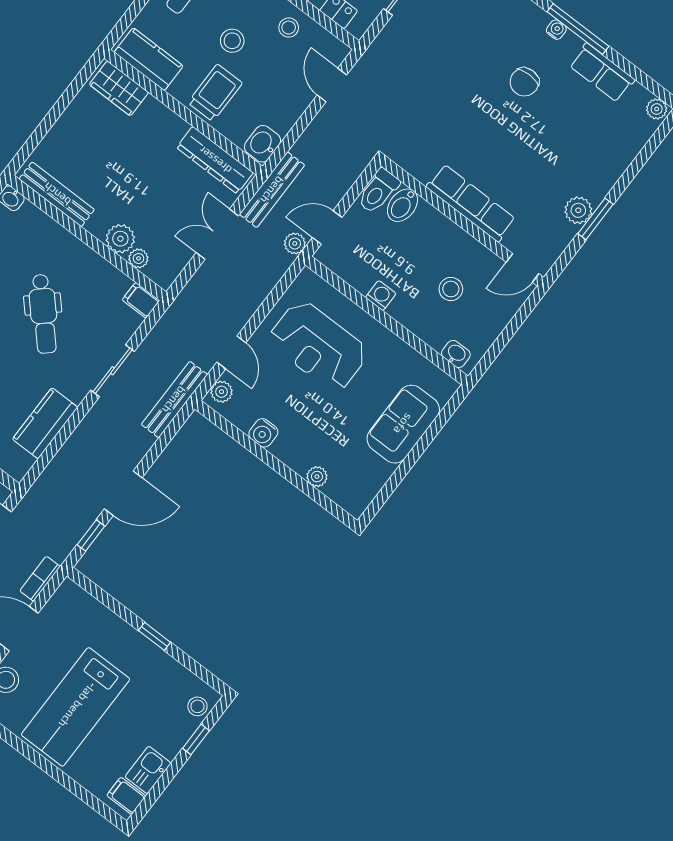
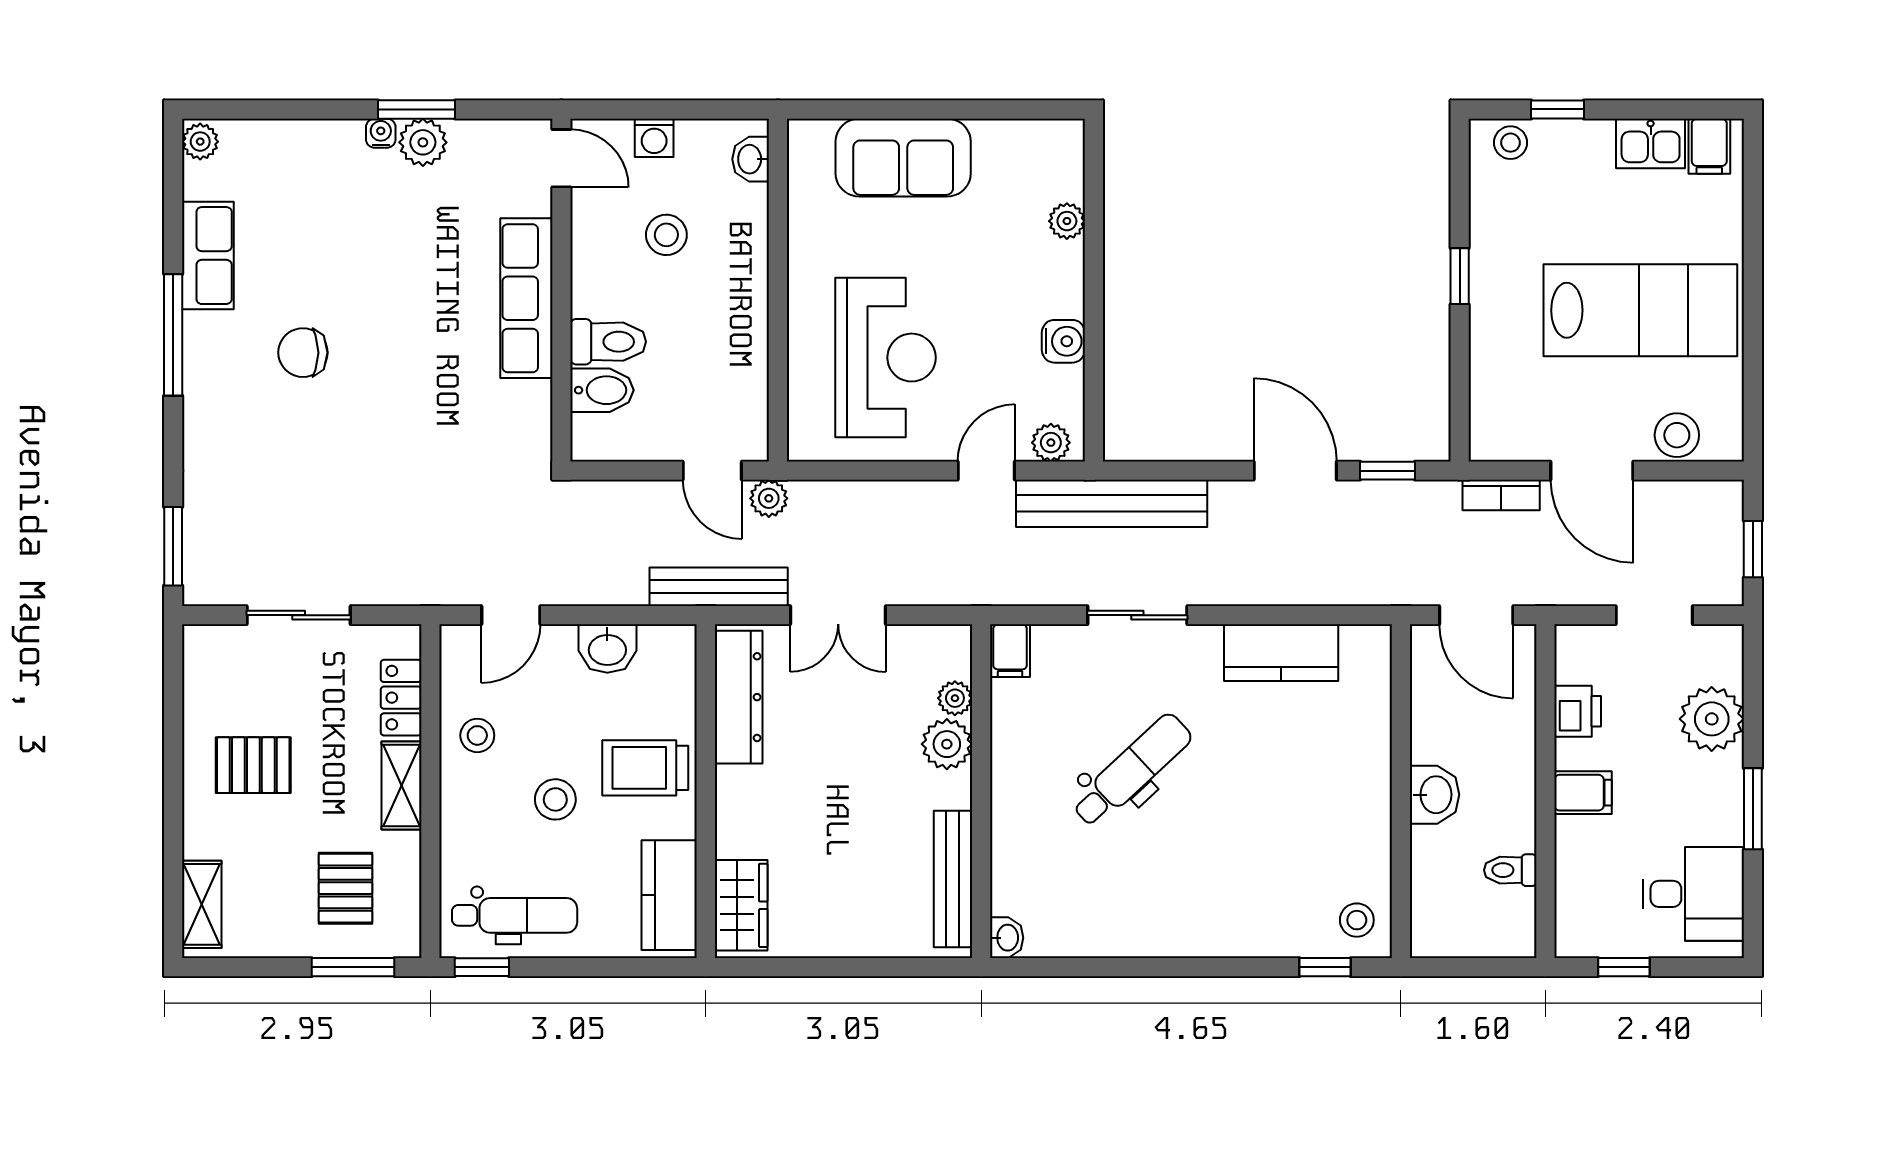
water cooler: (556, 30) -> (381, 133), moved, turned 90
chair: (524, 82) -> (303, 353), turned 180
washbasin: (263, 144) -> (607, 649), moved
toilet: (378, 191) -> (608, 342), moved
washing machine: (381, 296) -> (654, 138), moved, turned -90
bench: (174, 400) -> (1112, 503), width x1.37, depth x1.21

